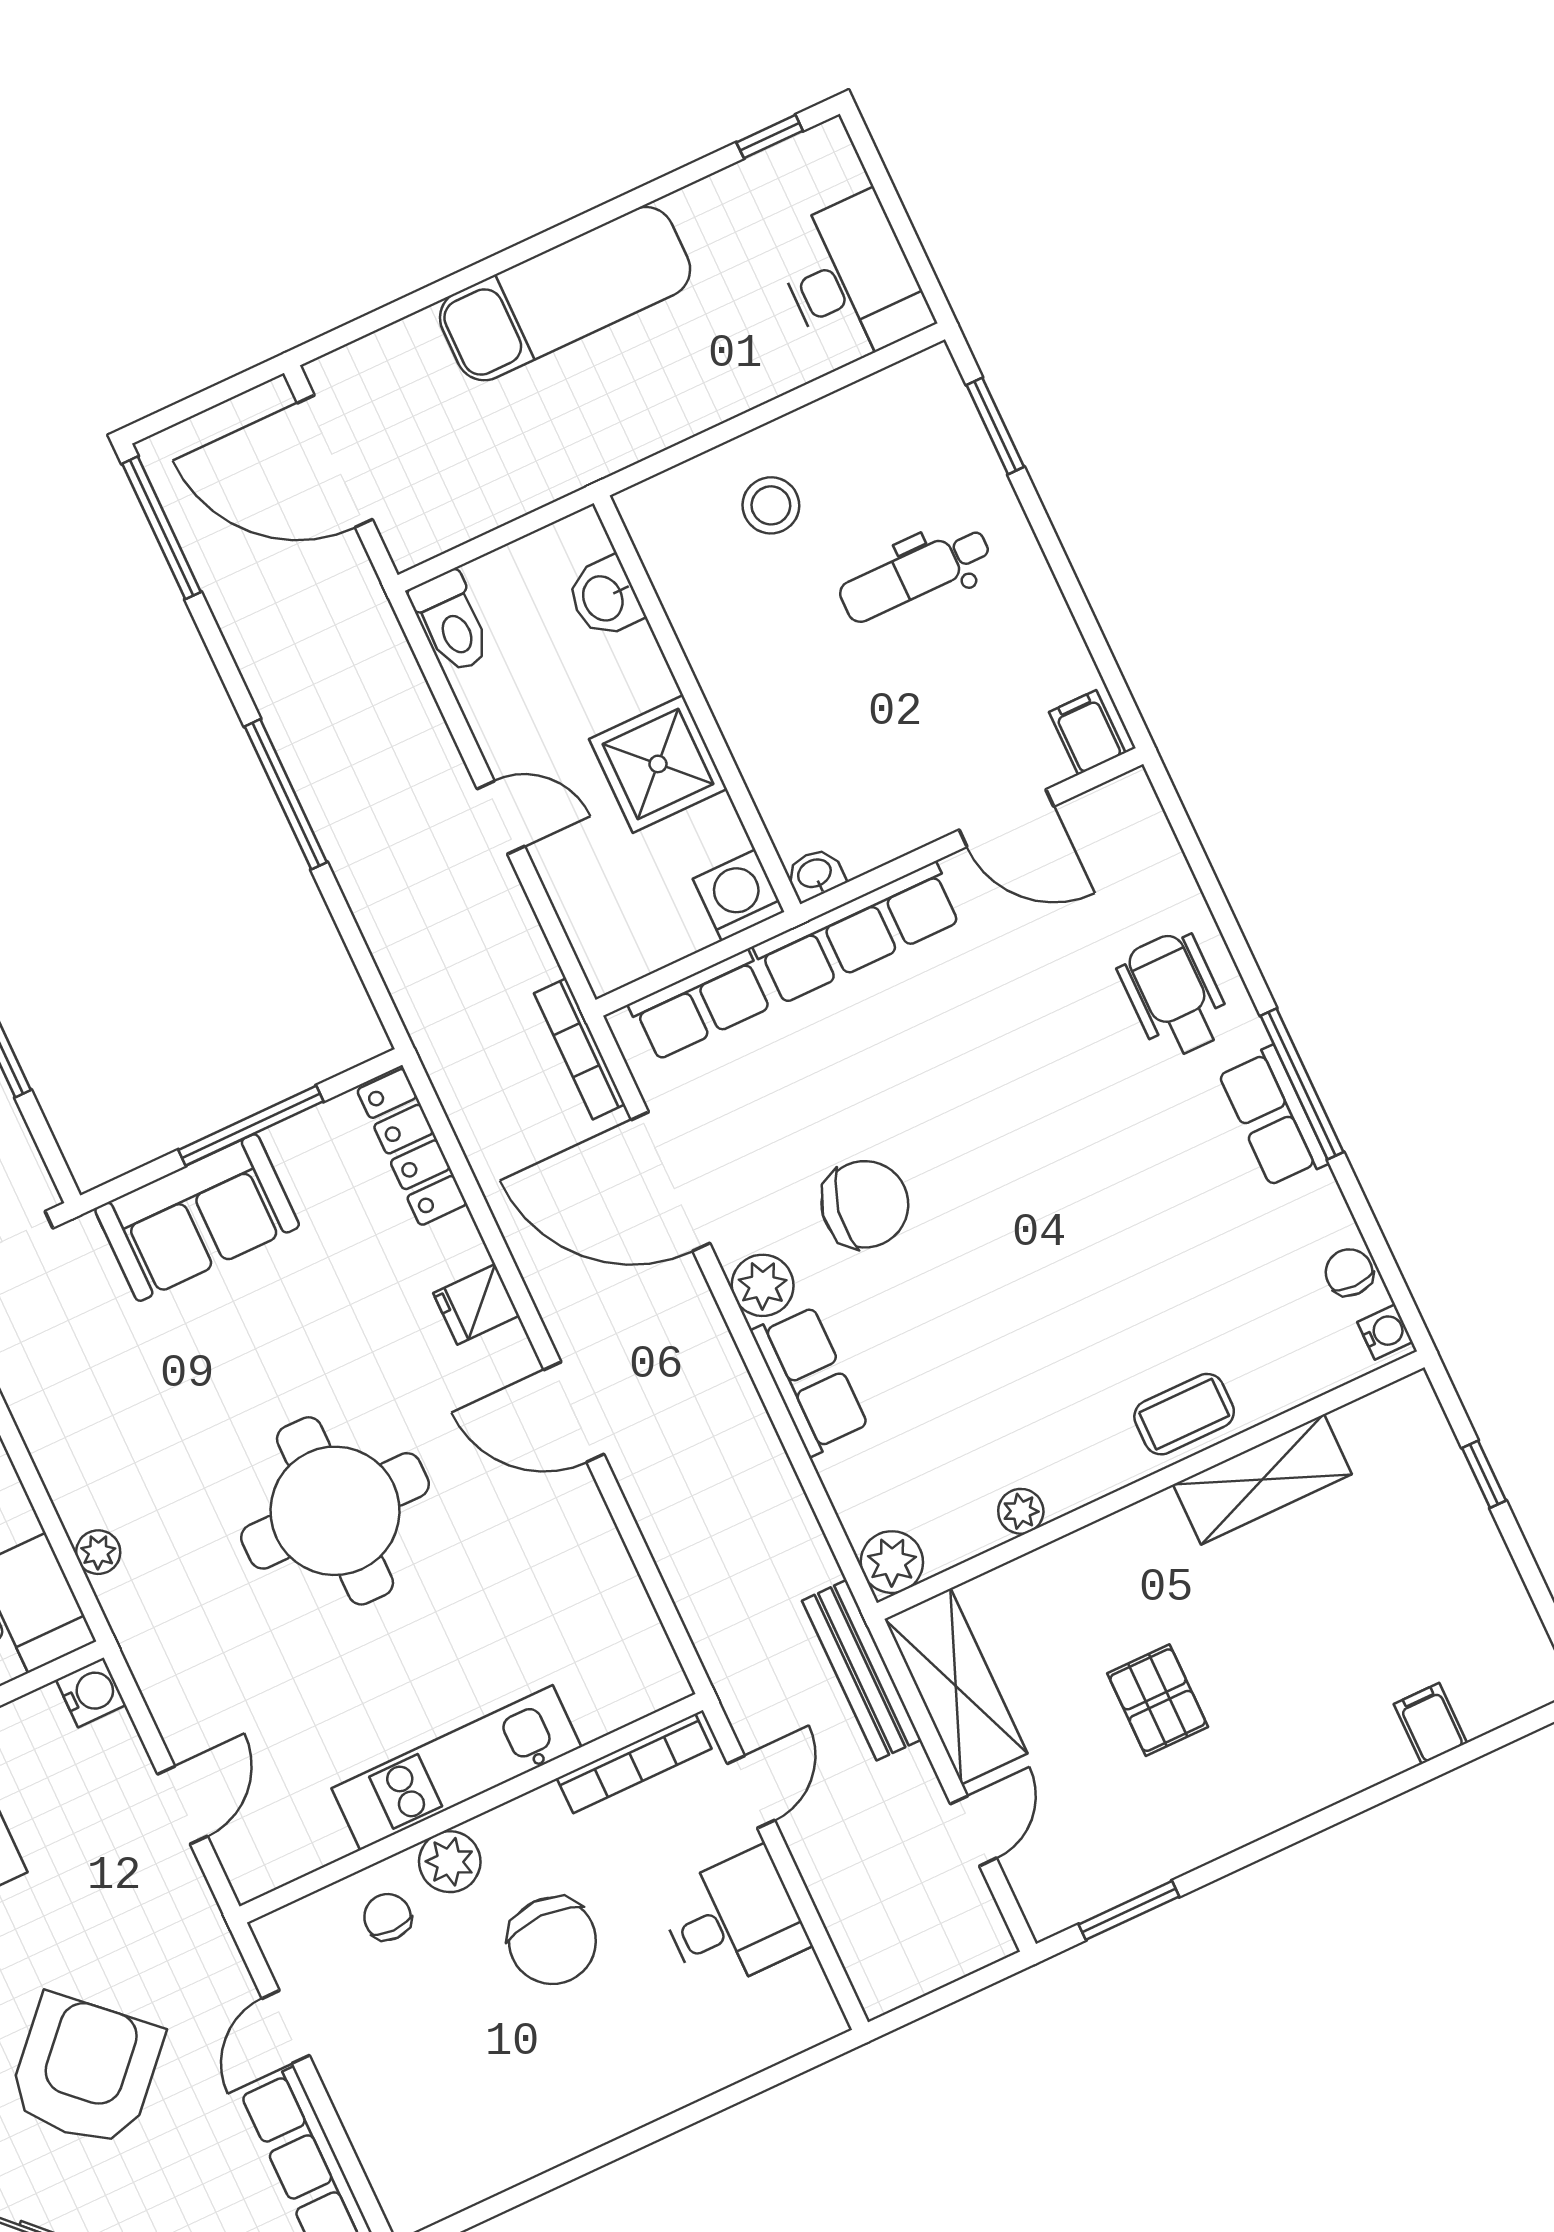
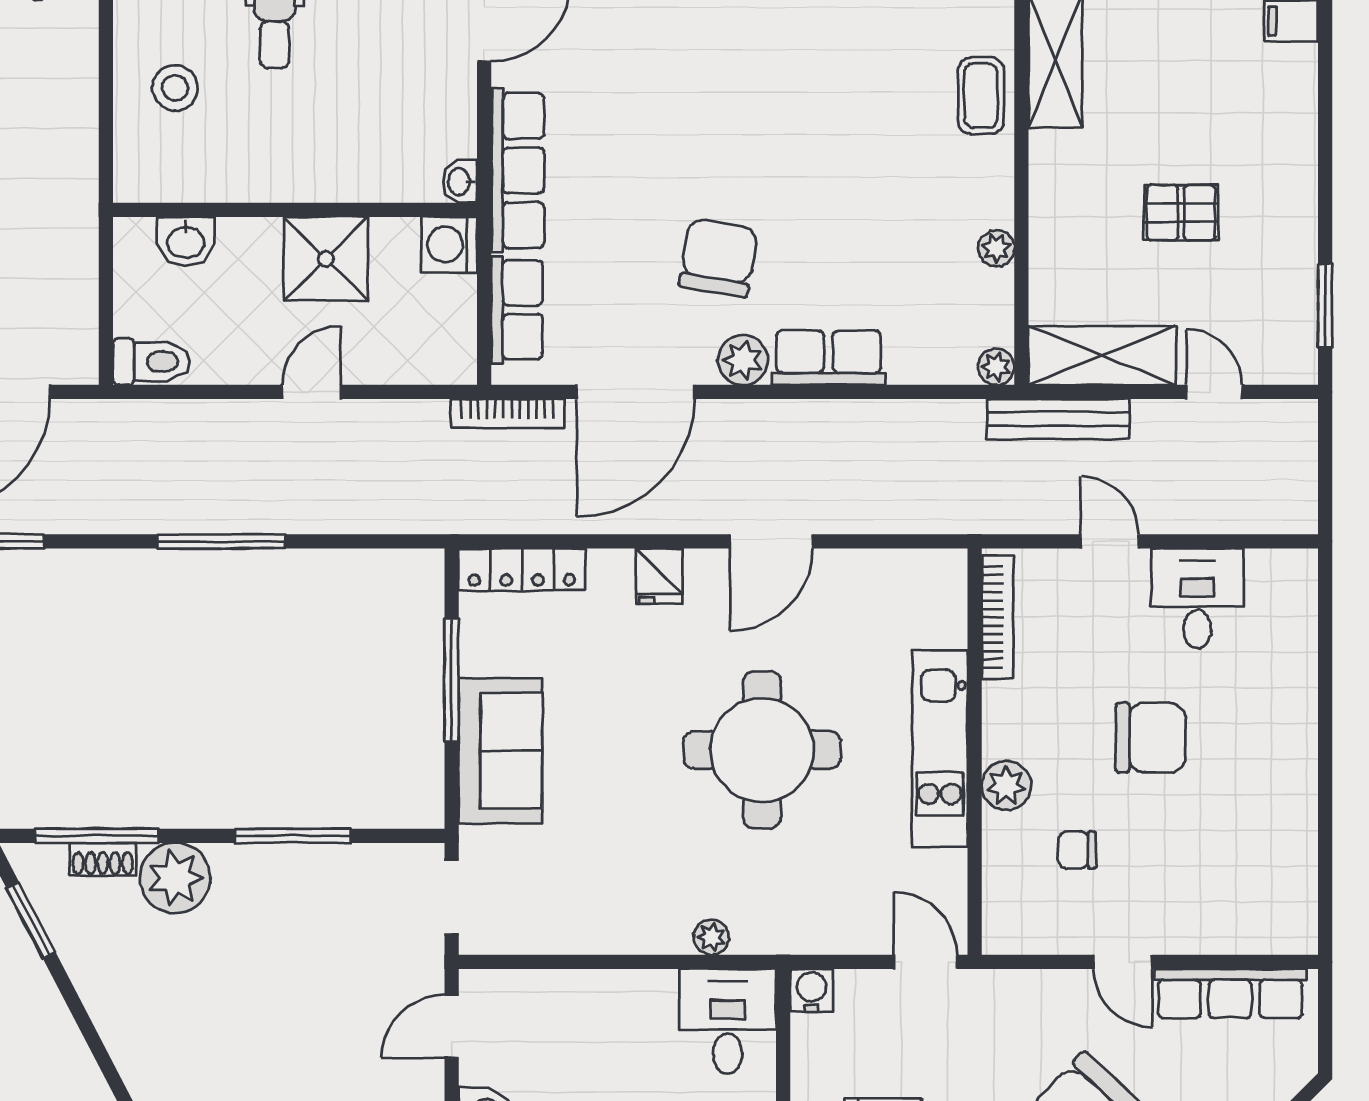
plant: (892, 1562) -> (996, 367), width x0.73, depth x0.73
bookcase: (634, 1764) -> (997, 617), moved
kitchen unit: (457, 1768) -> (940, 749), moved
wall: (471, 1808) -> (975, 752), moved
plant: (450, 1862) -> (1006, 786), moved

